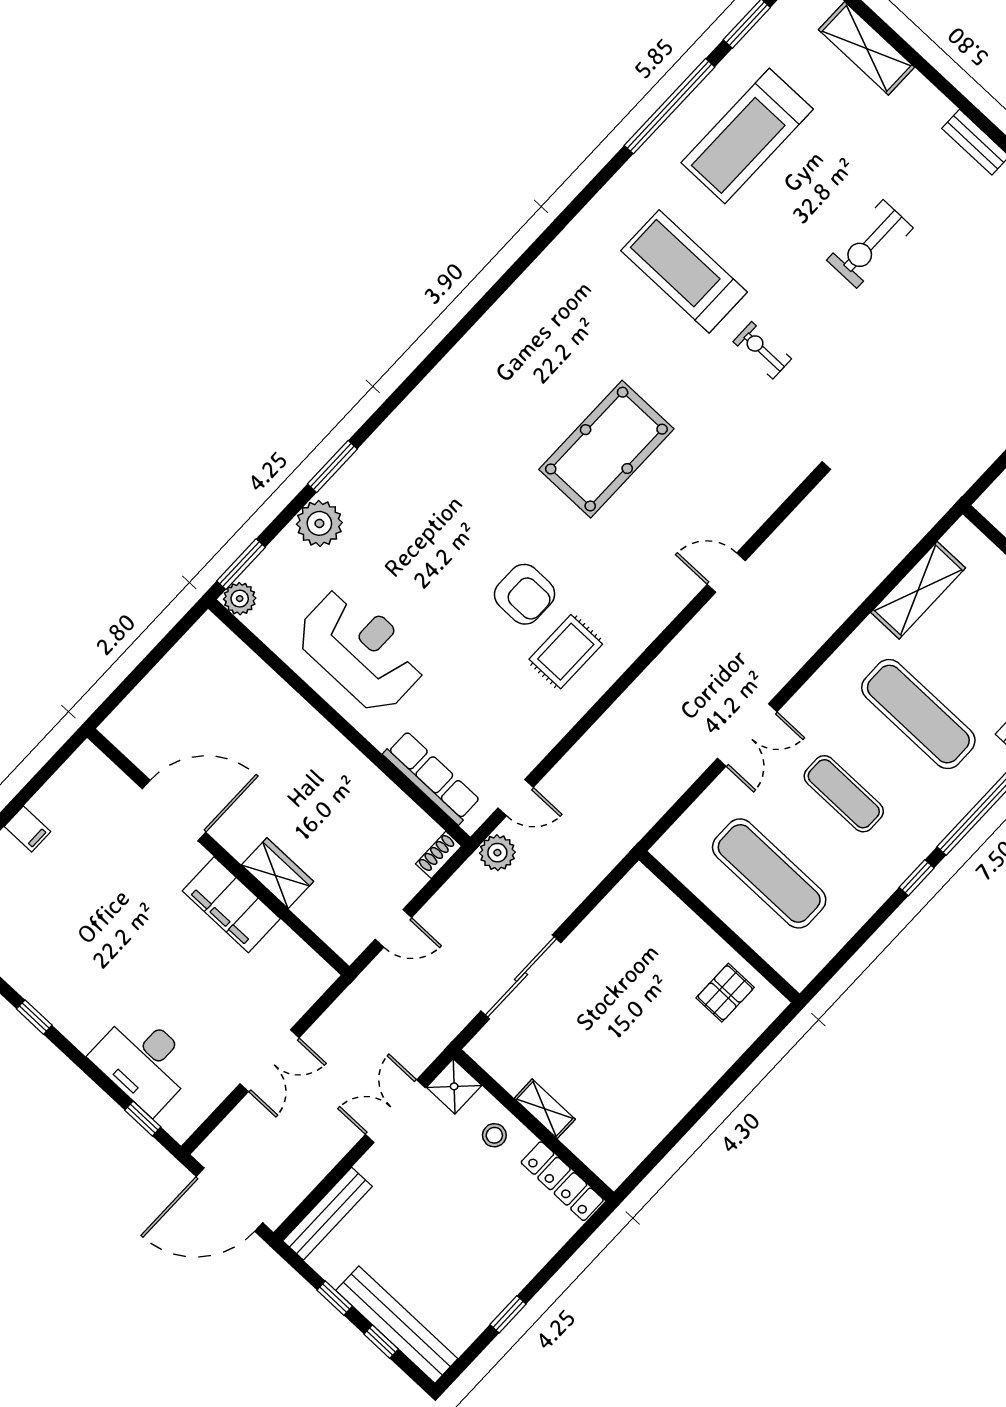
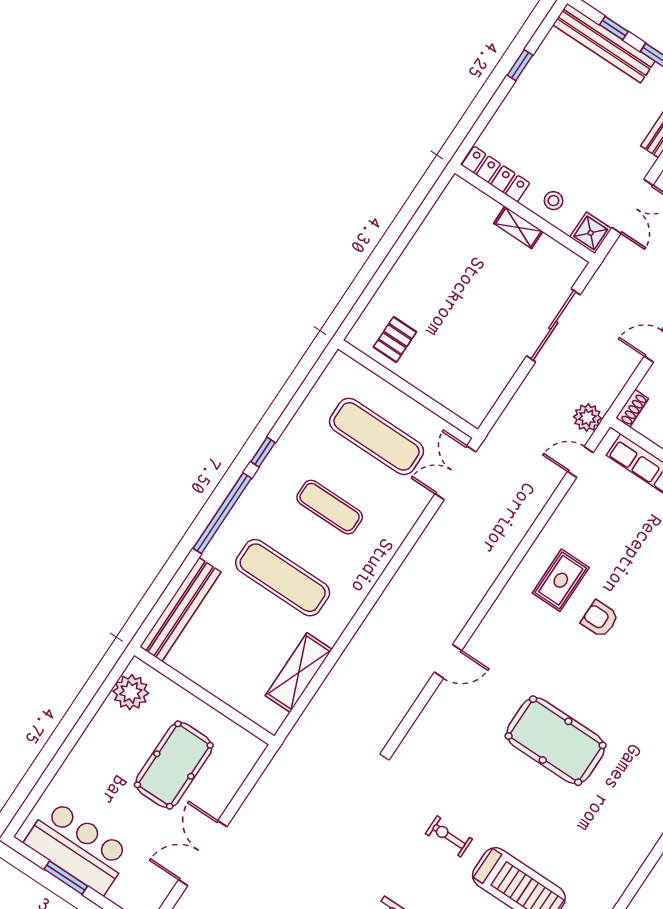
exercise bike: (762, 350) -> (449, 836), turned 180
pool table: (606, 449) -> (556, 741), turned 90
armchair: (525, 594) -> (600, 619), width x0.72, depth x0.72
double door: (747, 735) -> (456, 473), moved

